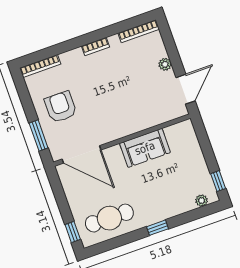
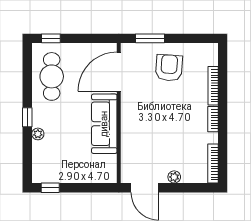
bookcase: (40, 66) -> (213, 86), moved
armchair: (61, 107) -> (169, 68), turned -86
sofa: (145, 148) -> (104, 124), width x1.36
plant: (202, 201) -> (38, 134), moved

